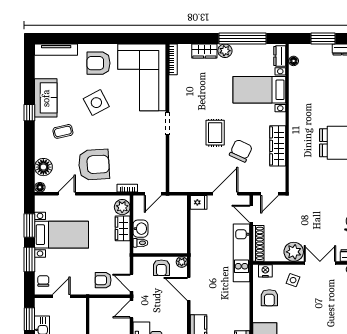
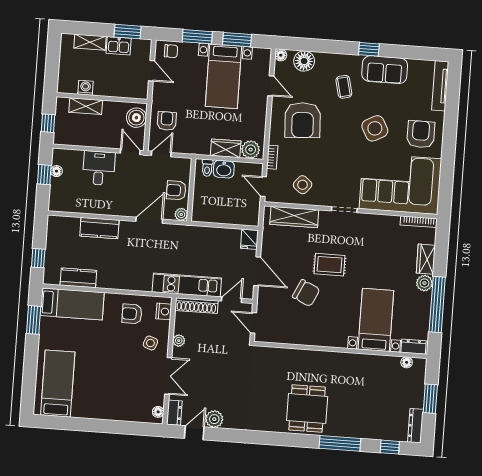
wardrobe: (278, 146) -> (294, 217), moved, turned 180
side table: (149, 161) -> (303, 185), added
plant: (294, 252) -> (179, 341), width x0.53, depth x0.53
boiler: (102, 306) -> (136, 118), added

